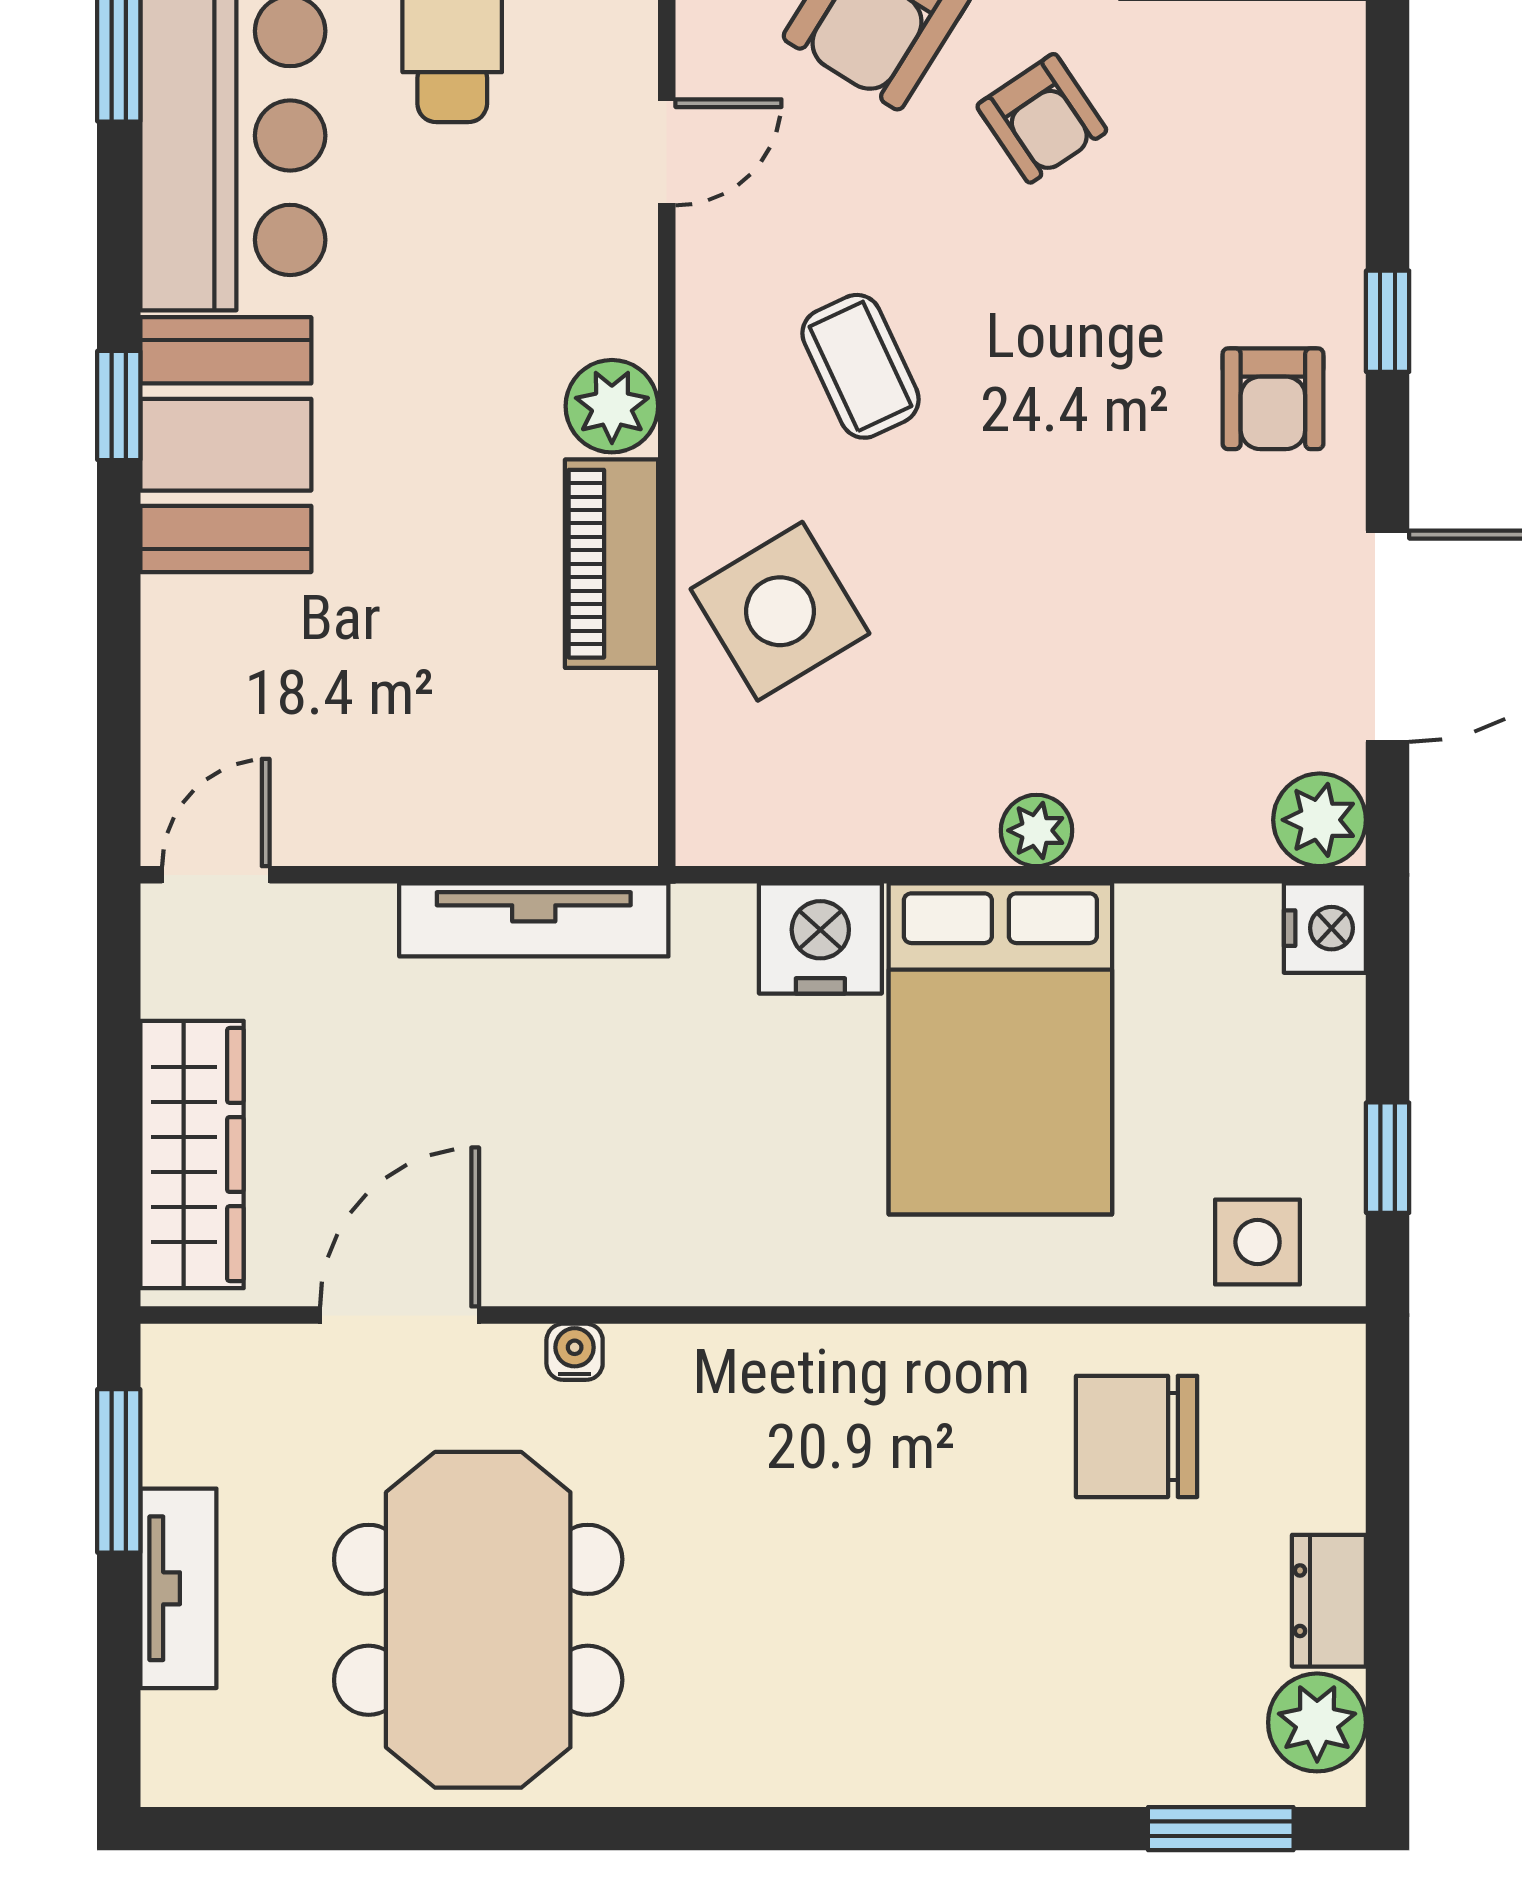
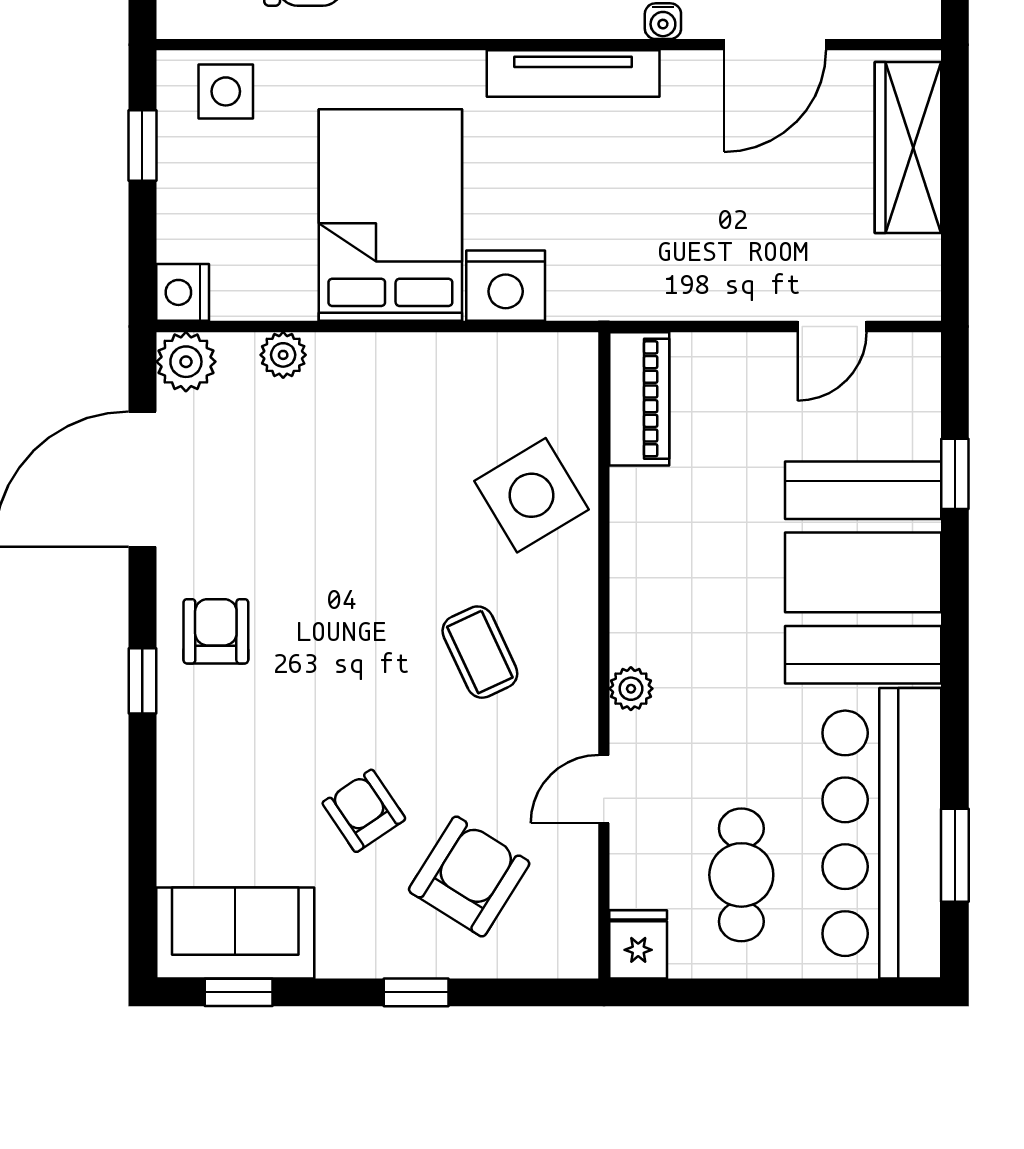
window: (119, 405) -> (955, 474), moved
plant: (612, 406) -> (631, 689), moved, width x0.73, depth x0.73
booth: (226, 445) -> (863, 572), width x1.36, depth x1.42
piano: (612, 564) -> (639, 399), moved
plant: (1037, 830) -> (283, 355), moved
door: (216, 875) -> (832, 327), moved
tv unit: (534, 920) -> (573, 74), moved, turned 180

